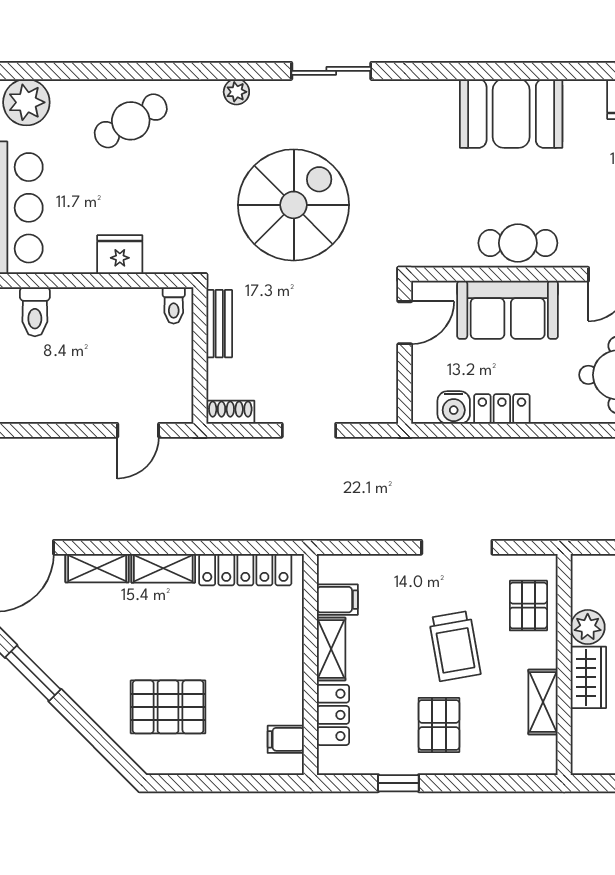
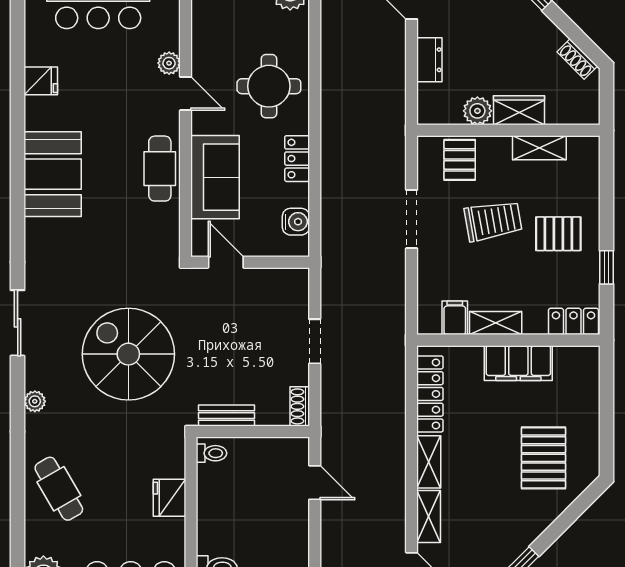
locker: (502, 409) -> (297, 159), moved
pallet: (528, 606) -> (460, 160), turned 90
locker: (333, 715) -> (573, 321), moved
filing cabinet: (286, 739) -> (518, 363), moved, width x3.00, depth x1.17

